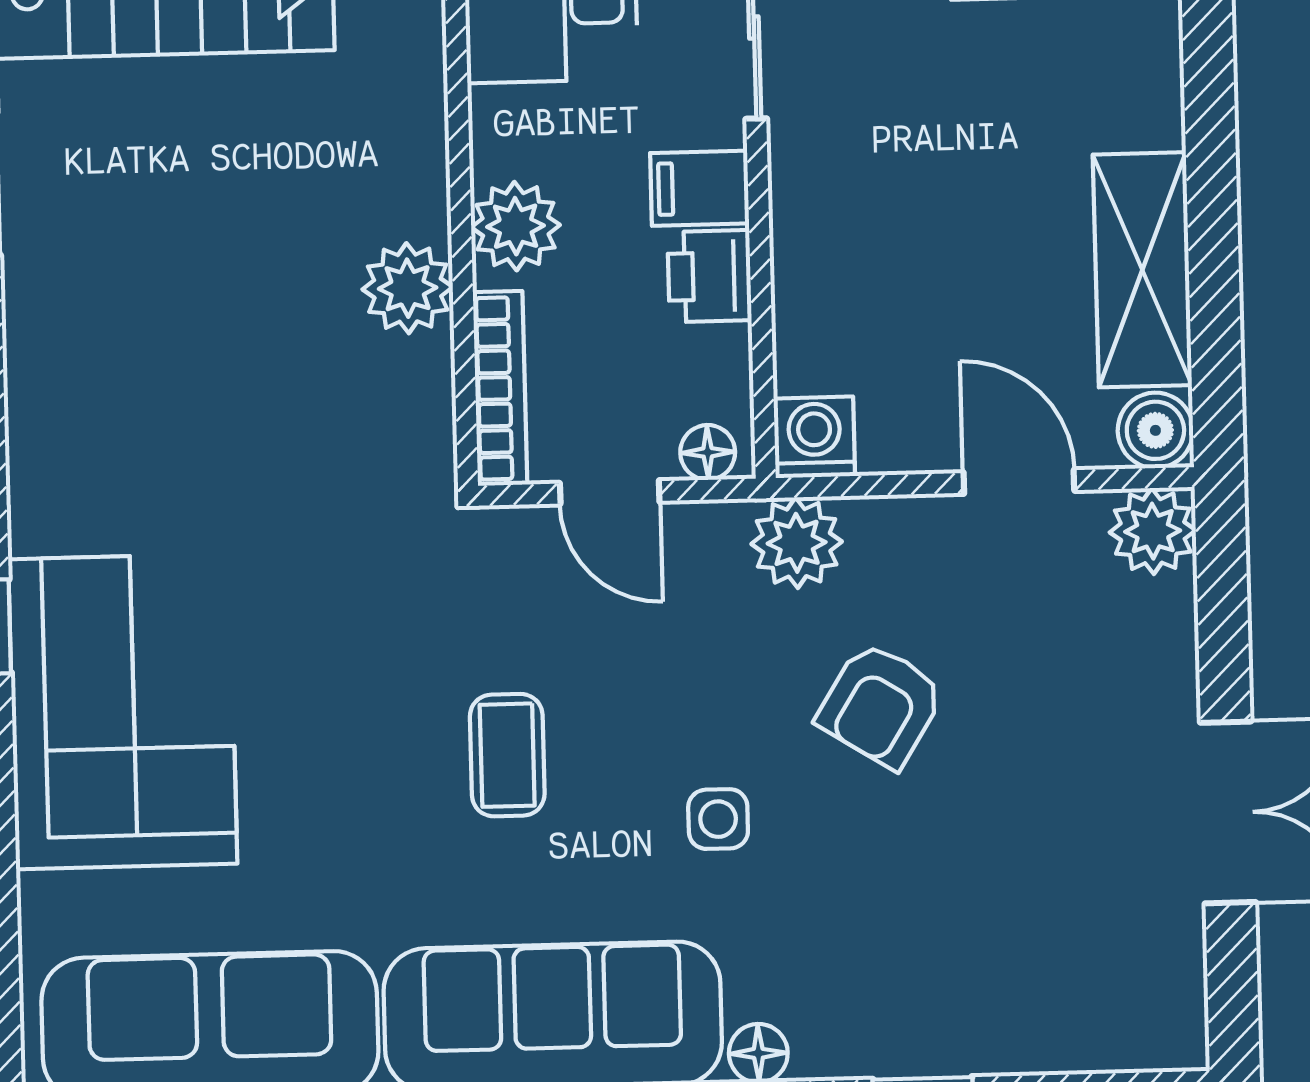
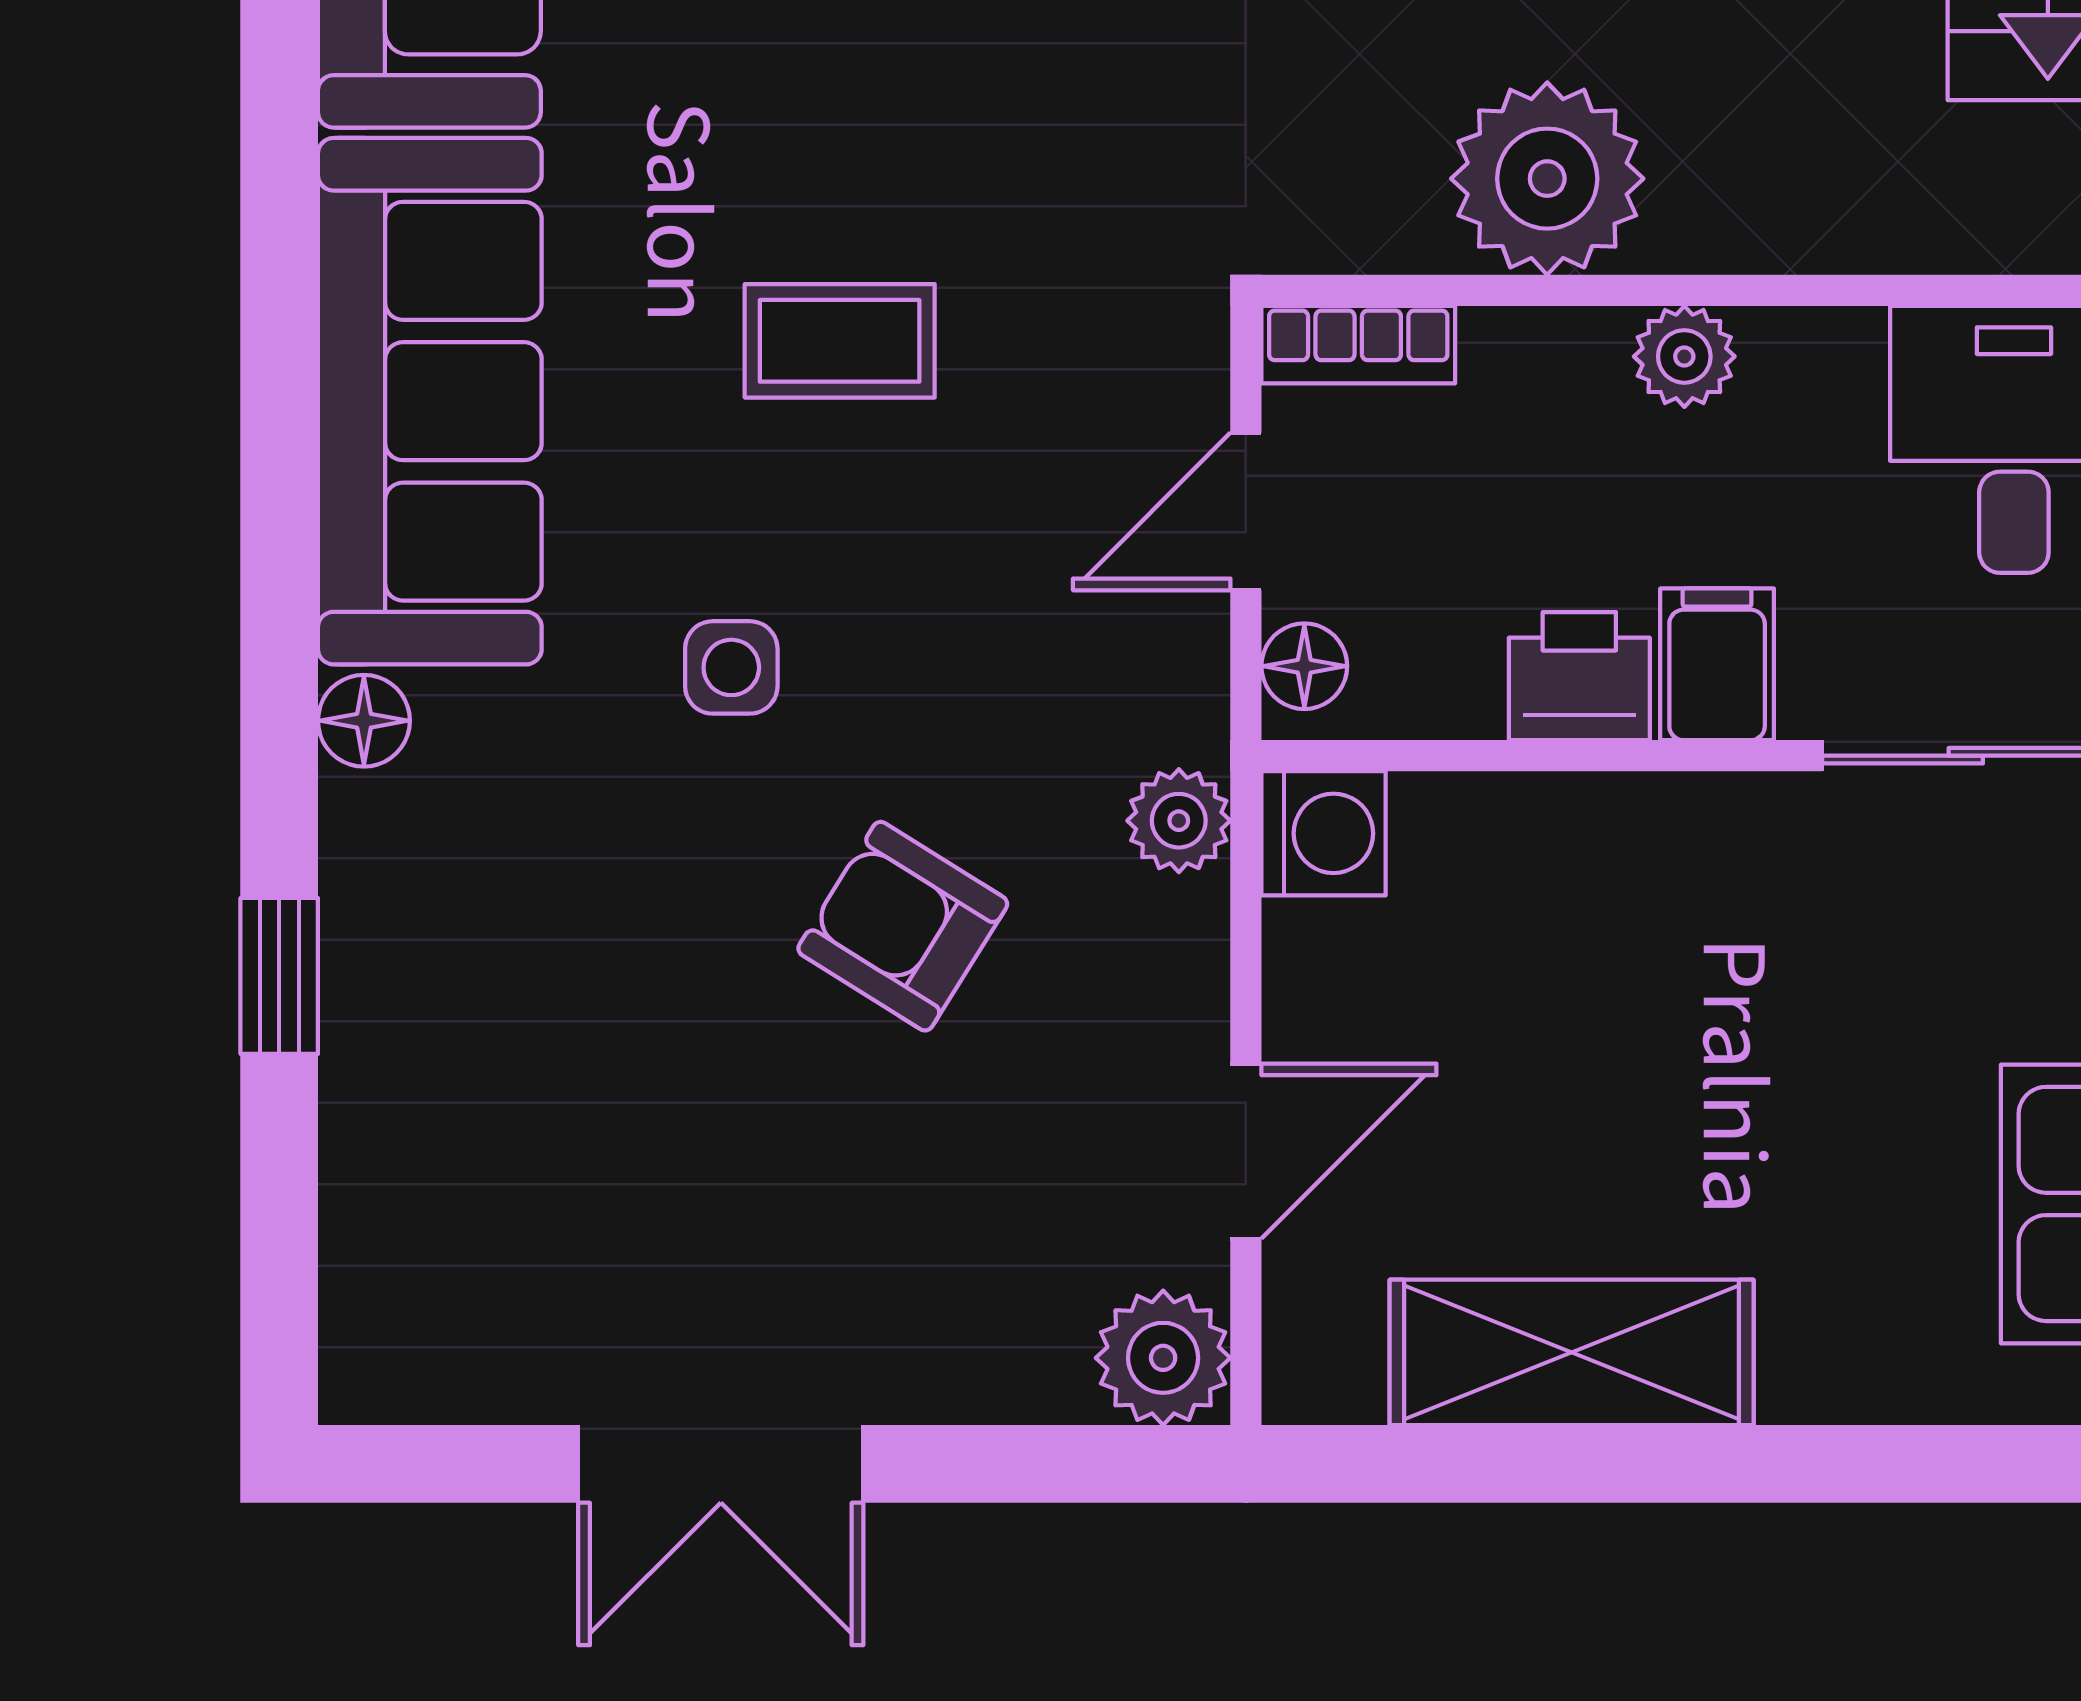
plant: (516, 226) -> (1684, 356), width x0.73, depth x0.73
plant: (408, 288) -> (1547, 179), width x1.36, depth x1.36
bookcase: (500, 388) -> (1358, 345), width x0.64
boiler: (1155, 430) -> (1320, 1366), removed
plant: (797, 543) -> (1179, 821), width x0.73, depth x0.73

